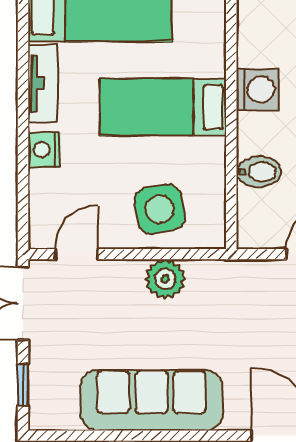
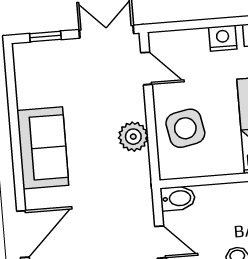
bidet: (259, 172) -> (178, 198), moved, turned -90
sofa: (151, 400) -> (43, 148), width x0.73

